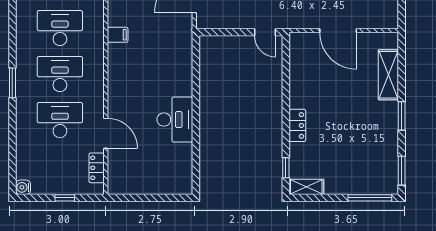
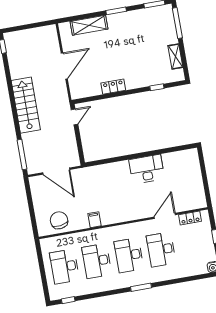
locker: (297, 125) -> (113, 87), moved
window: (286, 168) -> (157, 87), moved
shelving: (306, 187) -> (175, 57), moved

